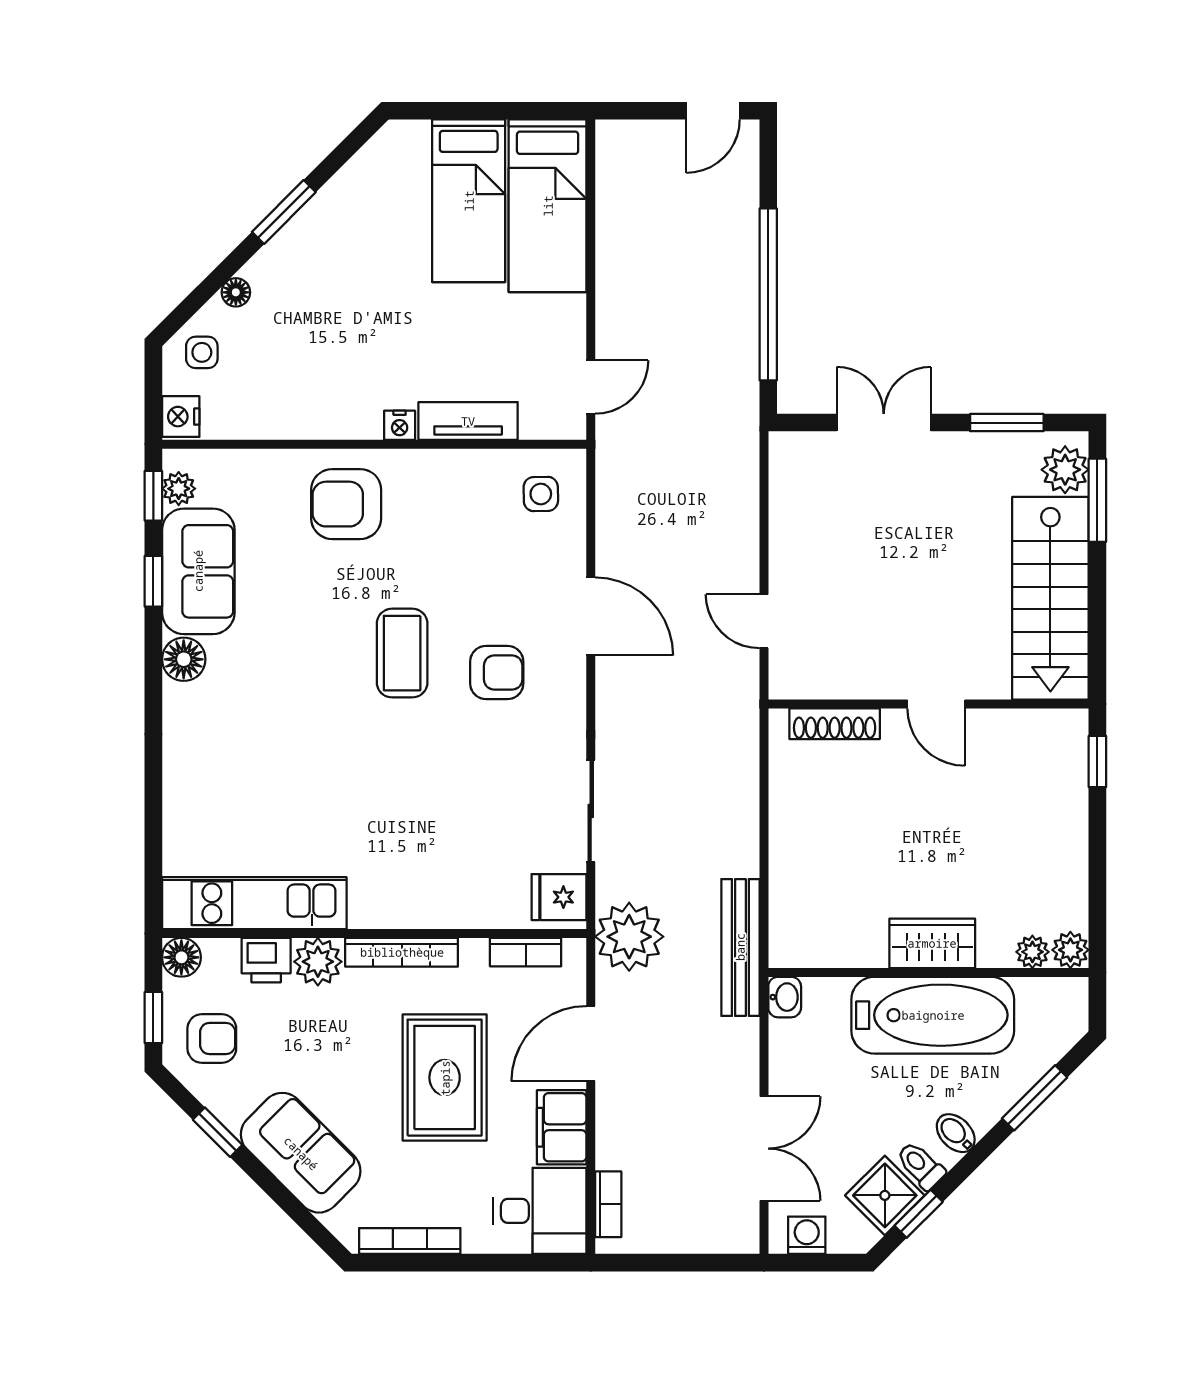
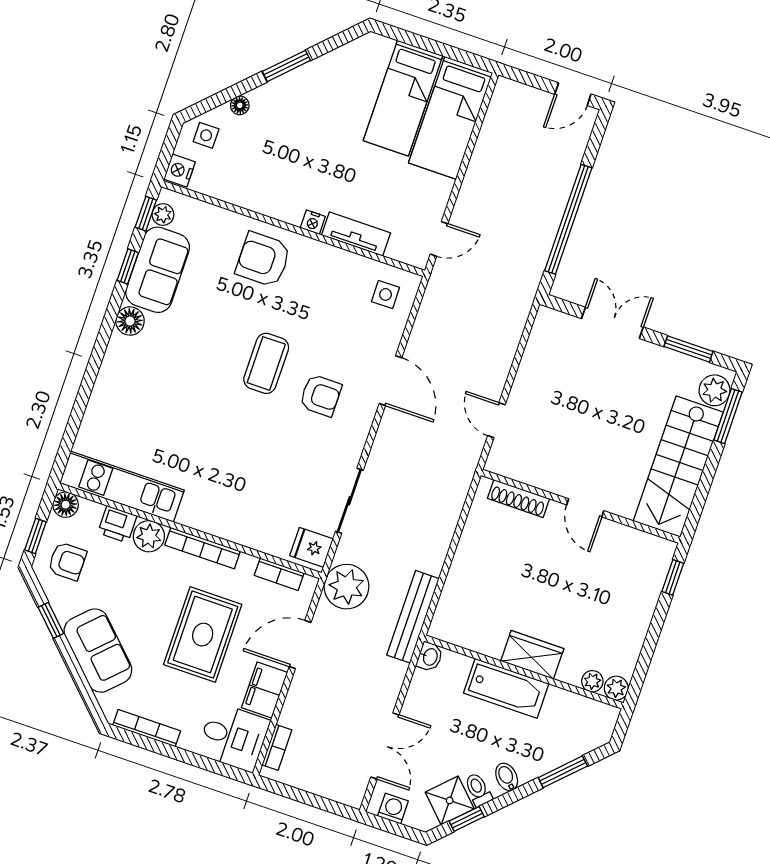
bathtub: (933, 1015) -> (506, 688), width x0.73, depth x0.73

